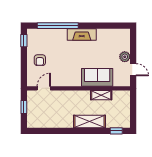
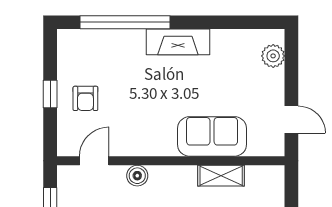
window: (24, 41) -> (50, 94), moved
plant: (125, 57) -> (273, 56), moved
boiler: (63, 95) -> (137, 176), added

